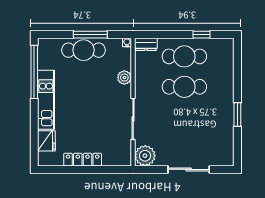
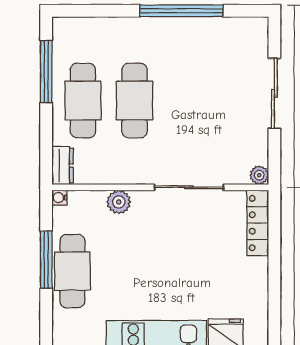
window: (201, 35) -> (46, 71), width x2.17
window: (237, 115) -> (181, 11), width x2.11
plant: (145, 156) -> (259, 175), width x0.53, depth x0.53
locker: (83, 160) -> (258, 223), moved

